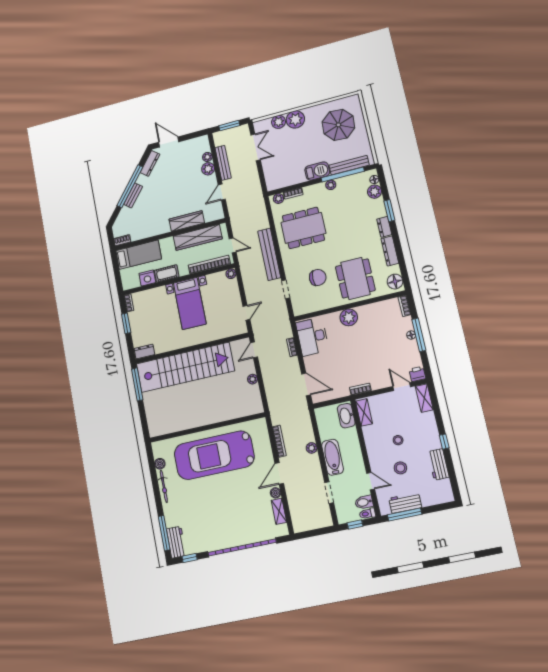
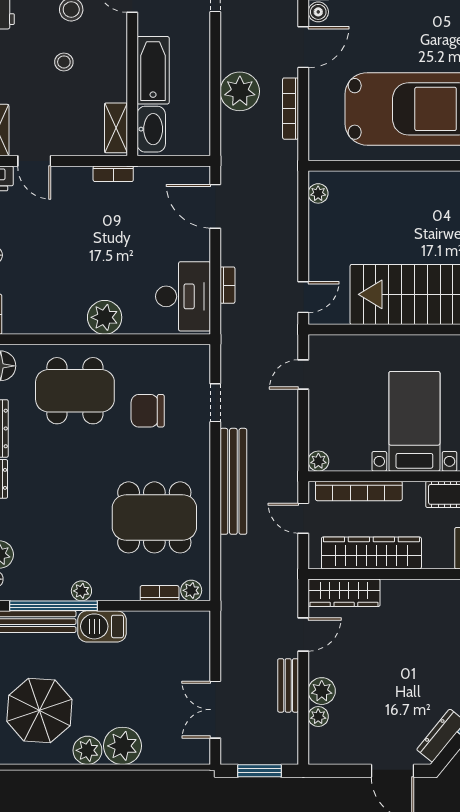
plant: (279, 122) -> (87, 750), moved
bench: (223, 163) -> (288, 685), width x0.73
wardrobe: (187, 221) -> (344, 593), moved
dining table: (355, 278) -> (75, 391), turned 90
plant: (253, 379) -> (318, 193), moved
plant: (312, 448) -> (240, 91), width x1.87, depth x1.87
bathtub: (332, 457) -> (153, 70), moved, turned 180

